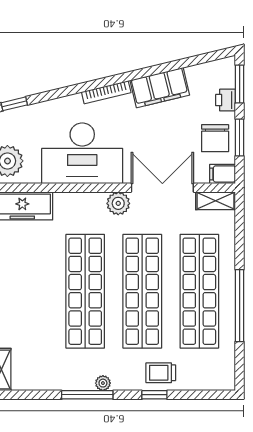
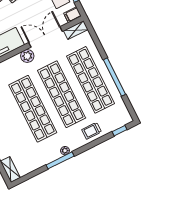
window: (154, 395) -> (120, 131), moved

